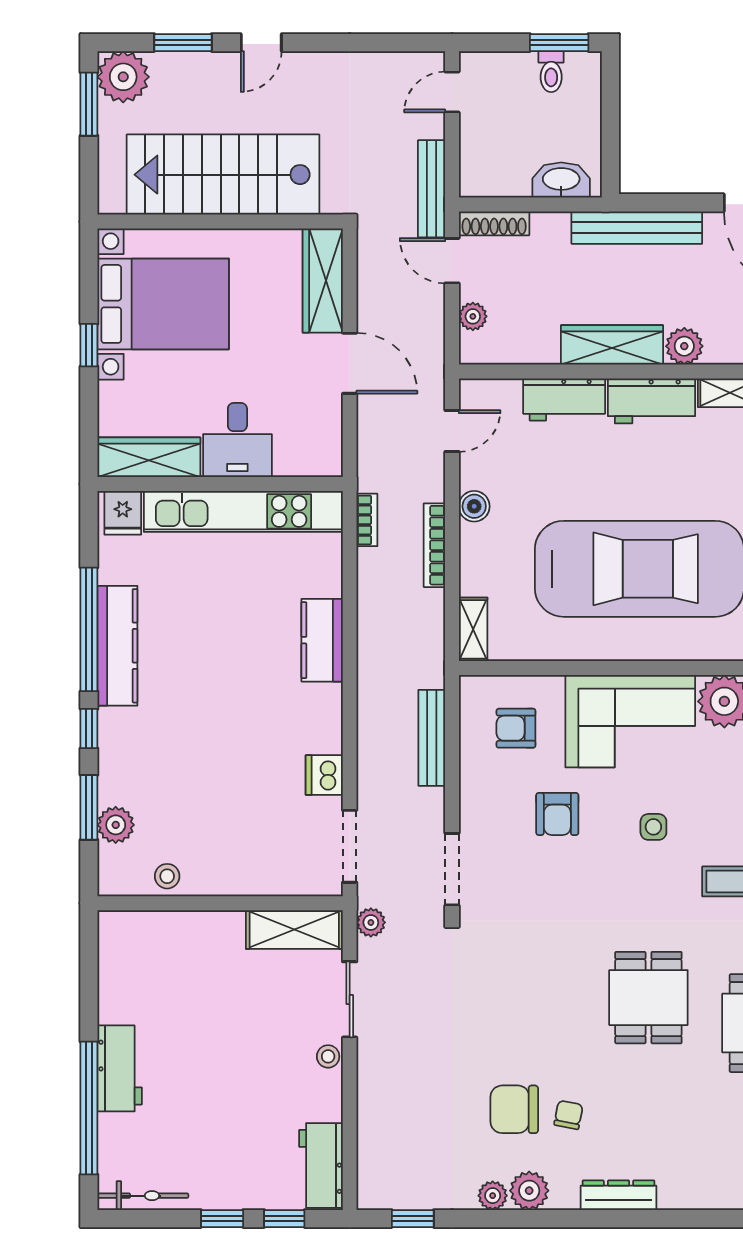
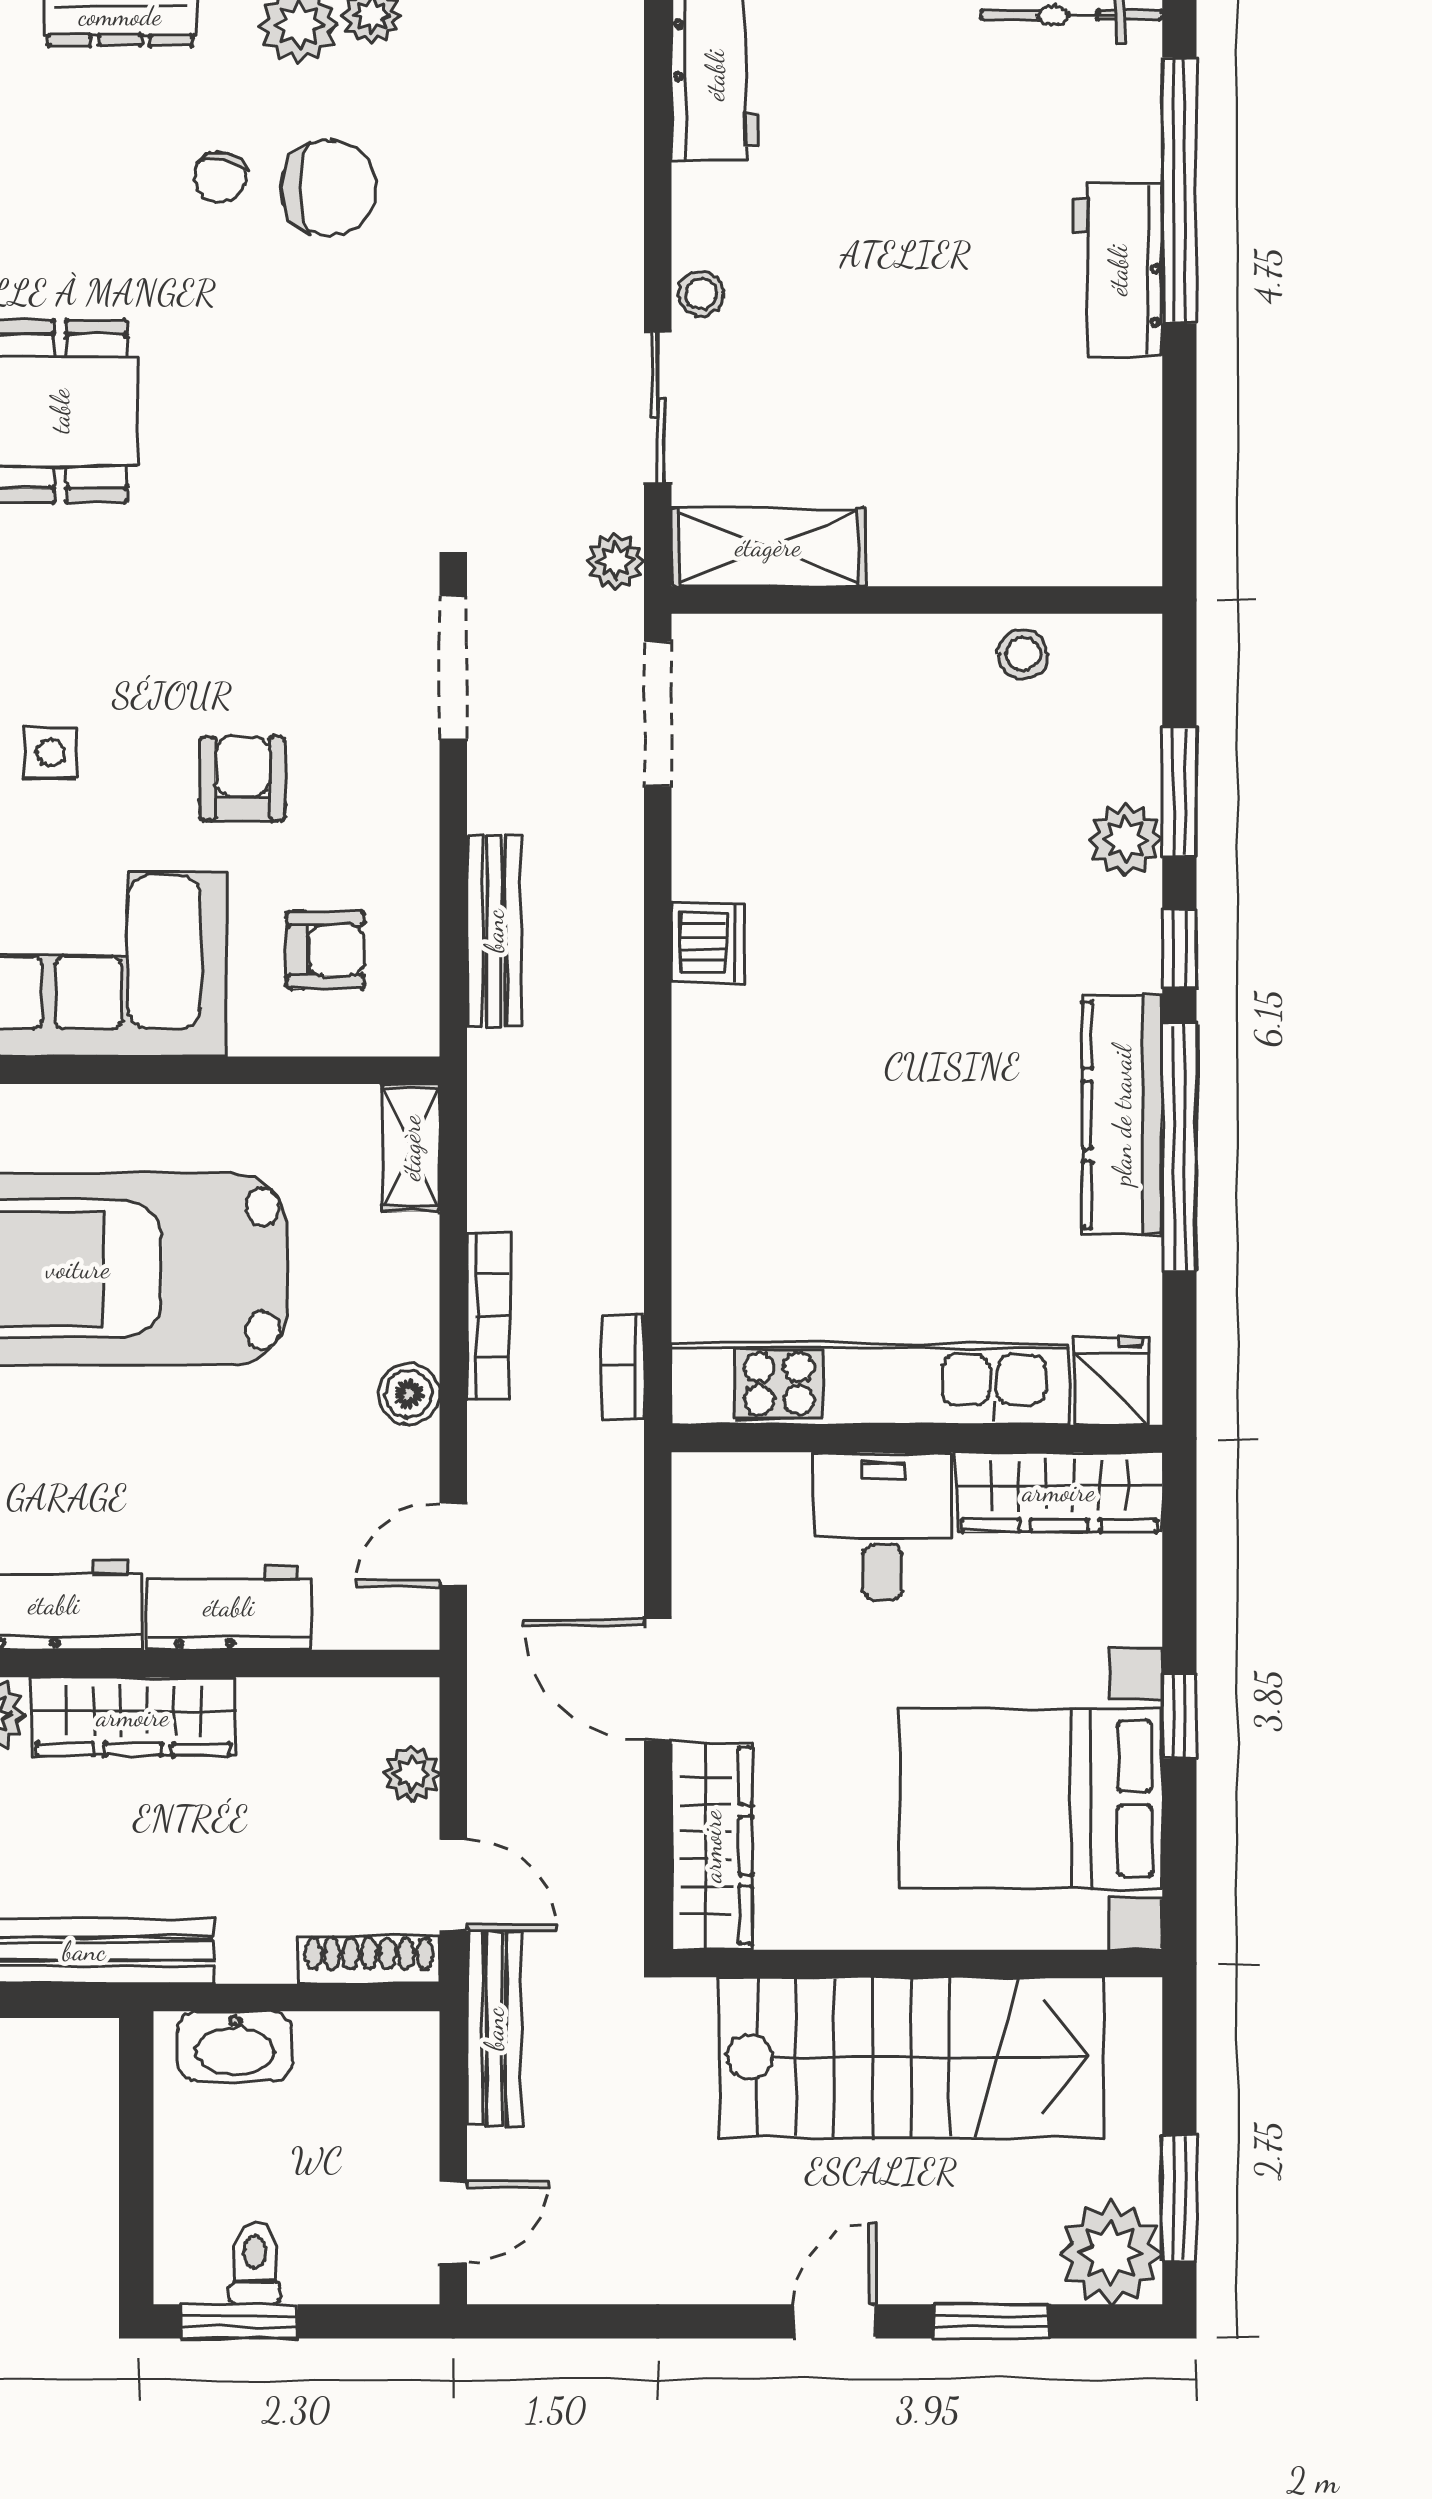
kitchen counter: (322, 640) -> (713, 1126), removed
dishwasher: (324, 775) -> (709, 943), moved
plant: (116, 825) -> (1126, 839), moved

